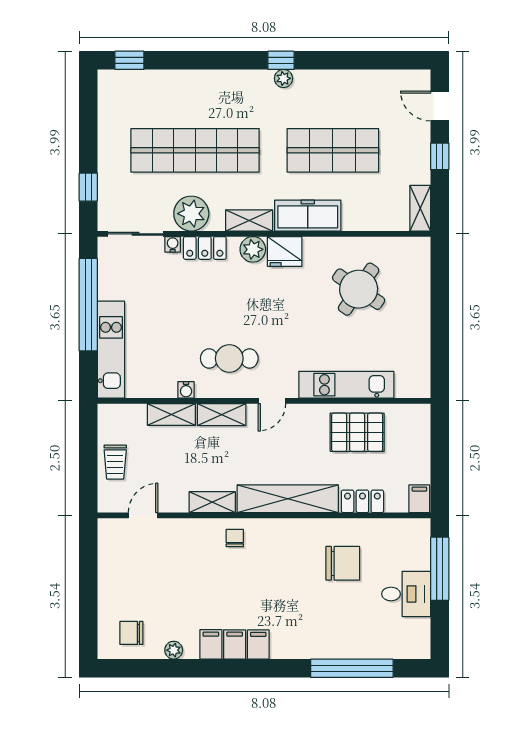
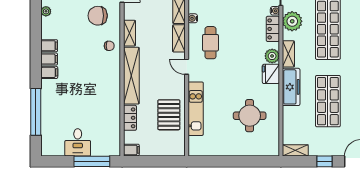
round table: (359, 289) -> (250, 116), turned -34
chair: (343, 563) -> (98, 16), moved, turned 90
filing cabinet: (211, 644) -> (49, 72), moved

